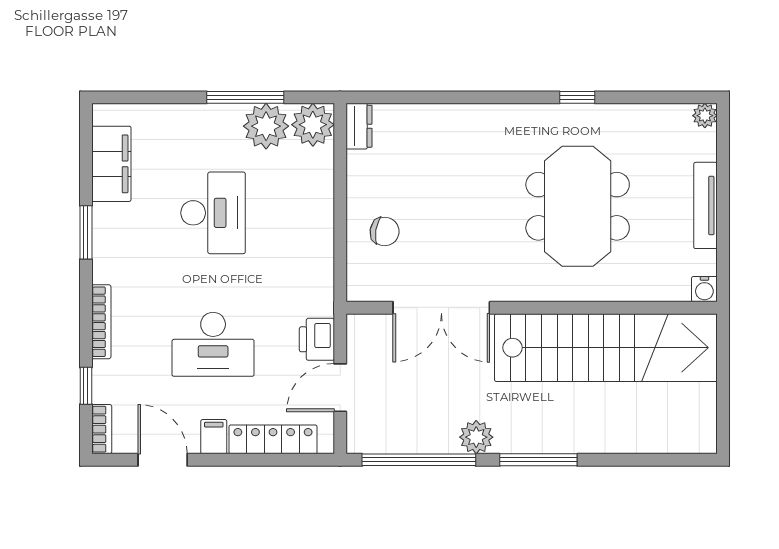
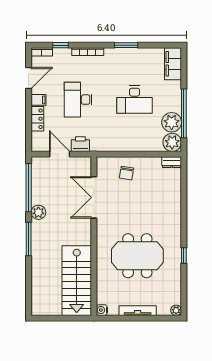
window: (245, 97) -> (184, 113), width x1.46
filing cabinet: (111, 164) -> (173, 64), moved, turned 90
stairs: (606, 348) -> (77, 281), width x0.73
locker: (273, 439) -> (37, 119), width x0.66

